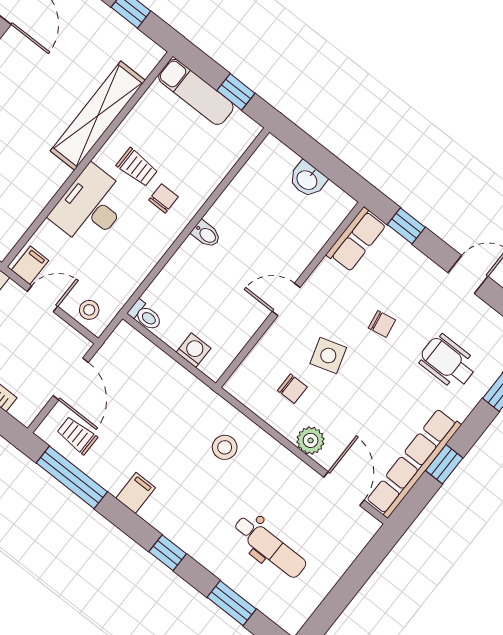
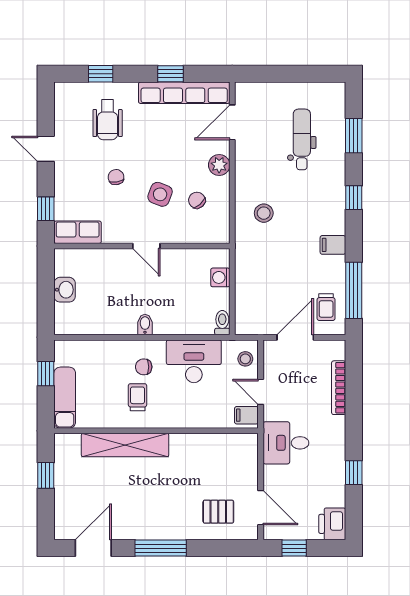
desk: (90, 206) -> (194, 361), moved, turned 180
side table: (328, 356) -> (160, 194), turned 38
chair: (292, 389) -> (197, 200), turned -42

